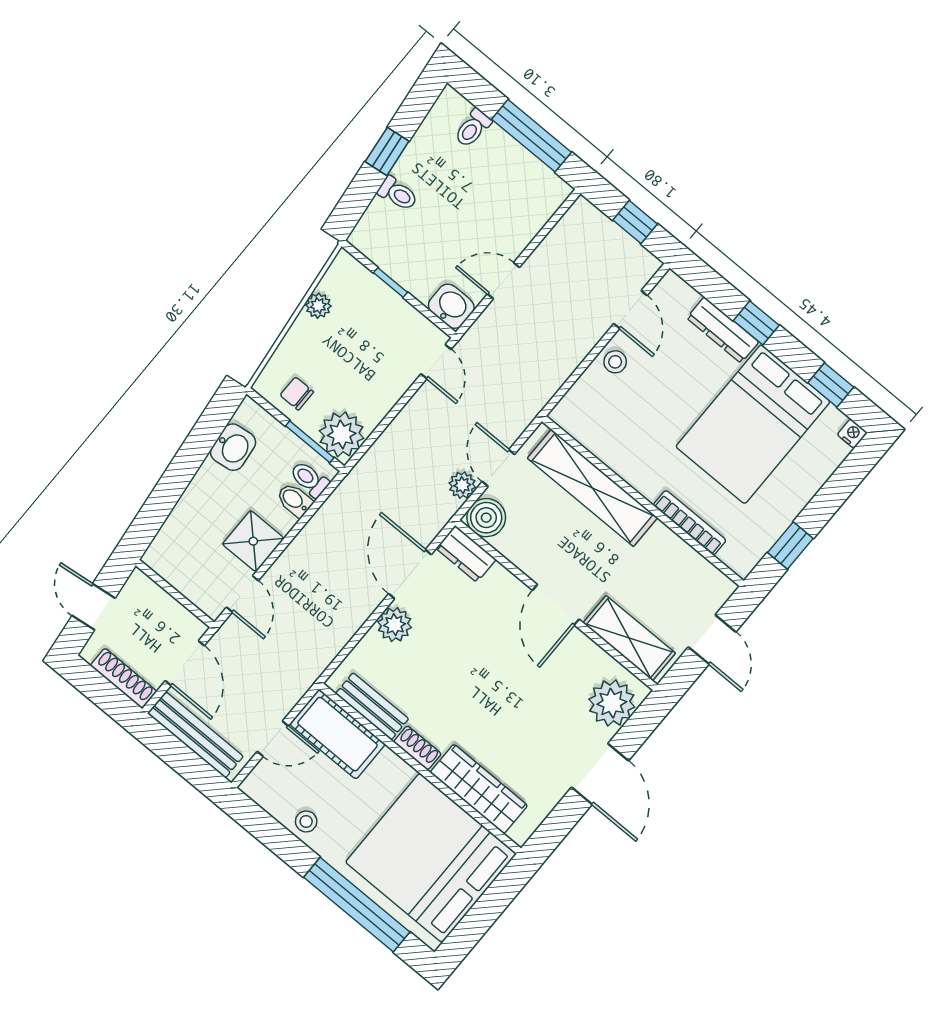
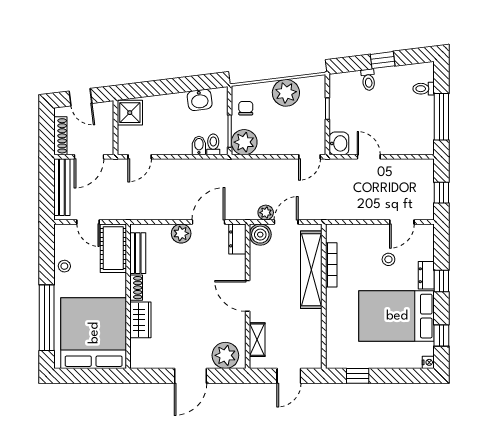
plant: (318, 306) -> (286, 93), width x1.88, depth x1.88
dresser: (723, 330) -> (426, 275), width x0.70
stool: (615, 362) -> (388, 259), moved
bookcase: (690, 523) -> (331, 265), moved
shower: (253, 541) -> (130, 113), moved
door: (556, 605) -> (248, 296), hinge flipped
door: (94, 607) -> (81, 97), swing flipped
shelving: (629, 638) -> (257, 340), width x0.67, depth x0.75
wardrobe: (479, 789) -> (140, 320), width x0.67

